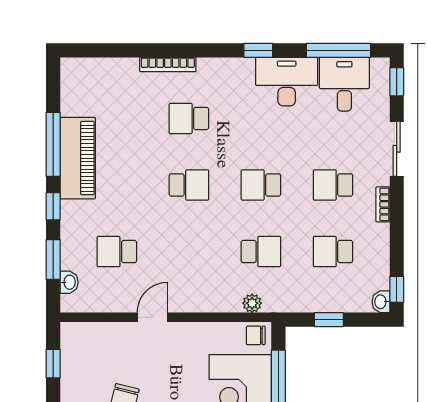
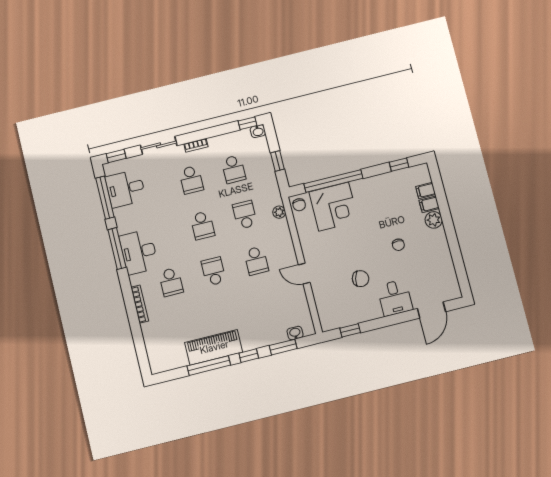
window: (258, 50) -> (117, 248), width x2.17
desk: (287, 82) -> (139, 252), moved
school desk: (117, 252) -> (256, 261), moved

